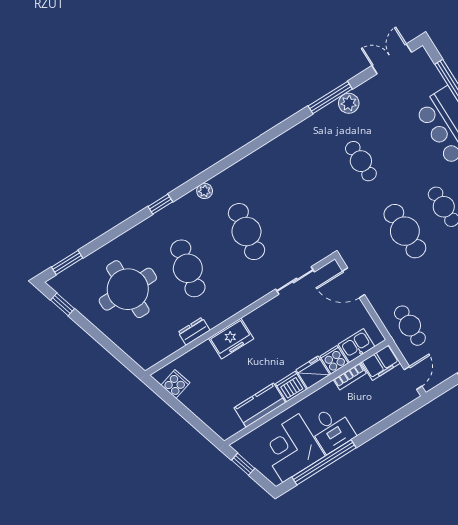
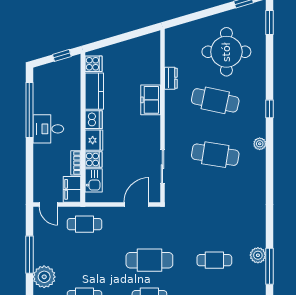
plant: (349, 103) -> (258, 255), moved
cooker: (175, 384) -> (93, 64), moved, turned -74
corner desk: (291, 448) -> (53, 94), removed

